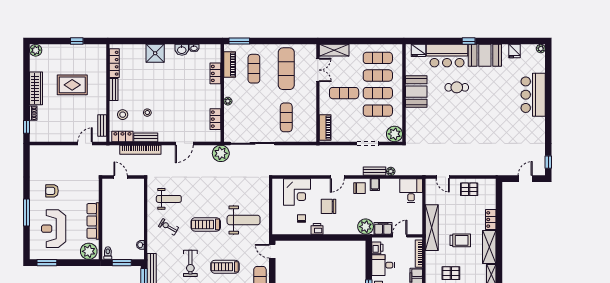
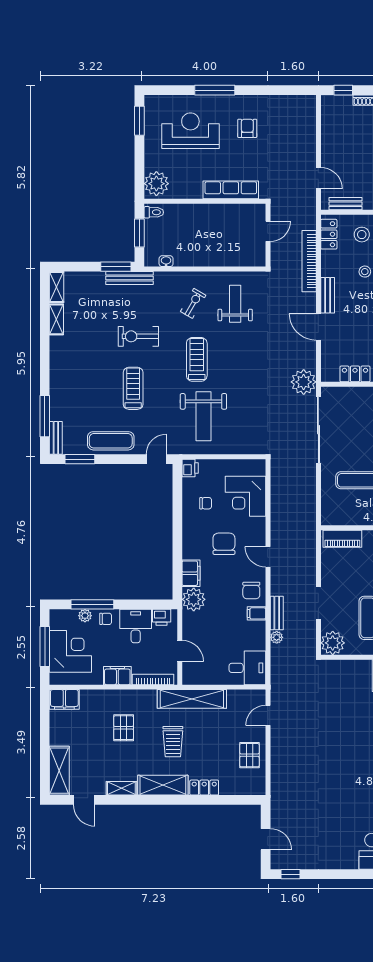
bench: (146, 137) -> (328, 295), moved
weight bench: (169, 199) -> (235, 304), turned 180
row of seats: (93, 221) -> (231, 190), moved
filing cabinet: (383, 228) -> (191, 573), moved
printer: (317, 229) -> (190, 468), moved

